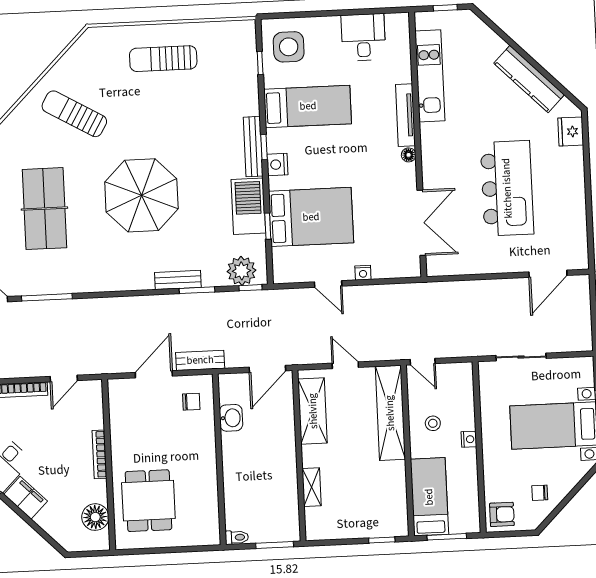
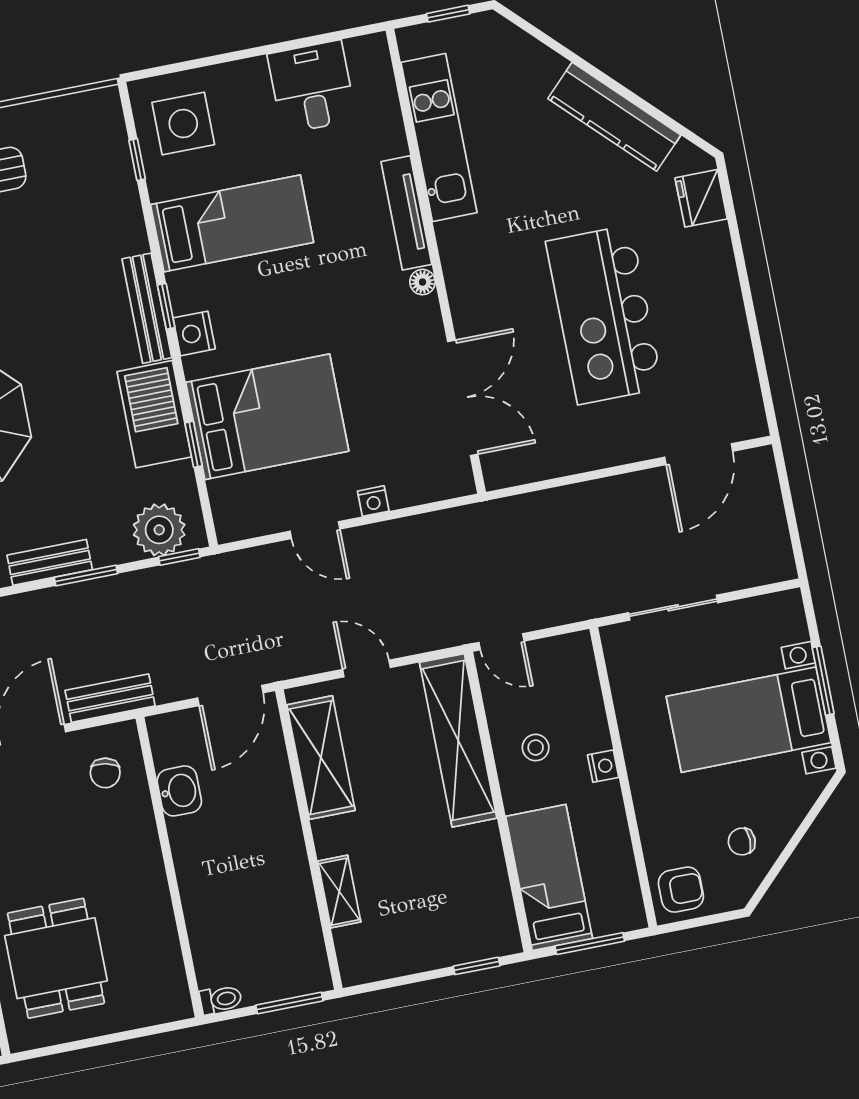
kitchen island: (507, 188) -> (604, 315), turned 180
chair: (191, 402) -> (105, 773), turned 102

